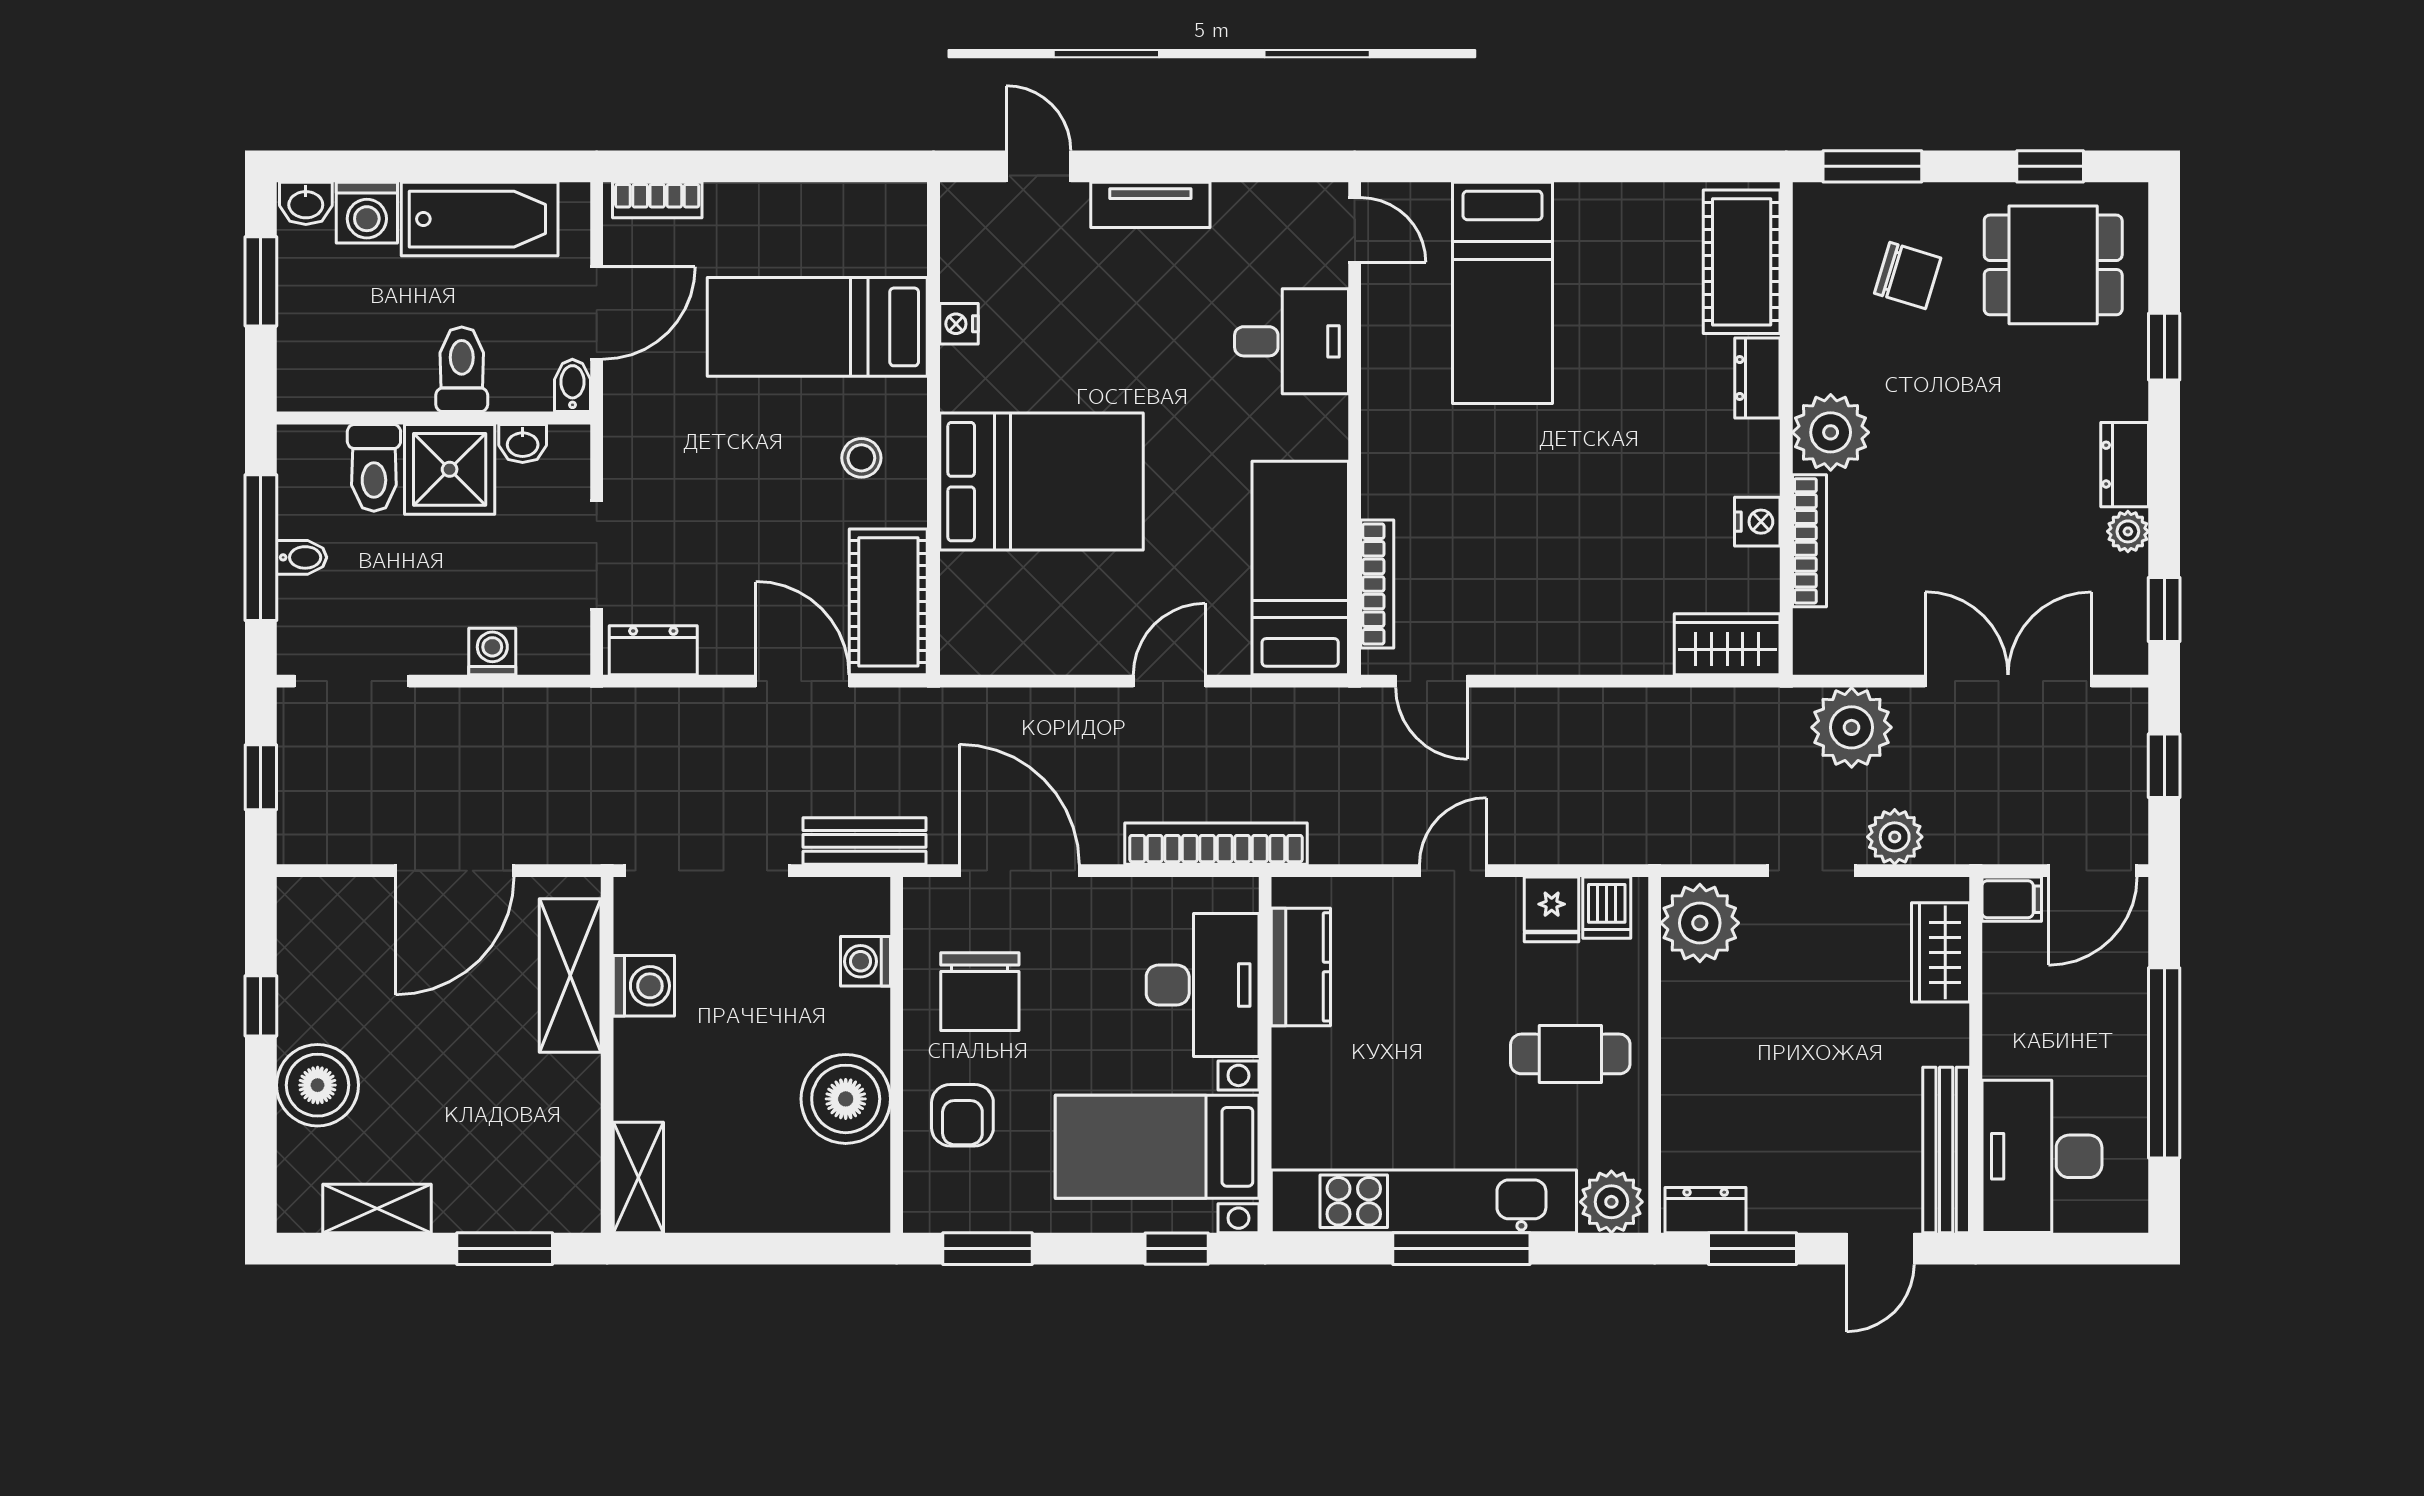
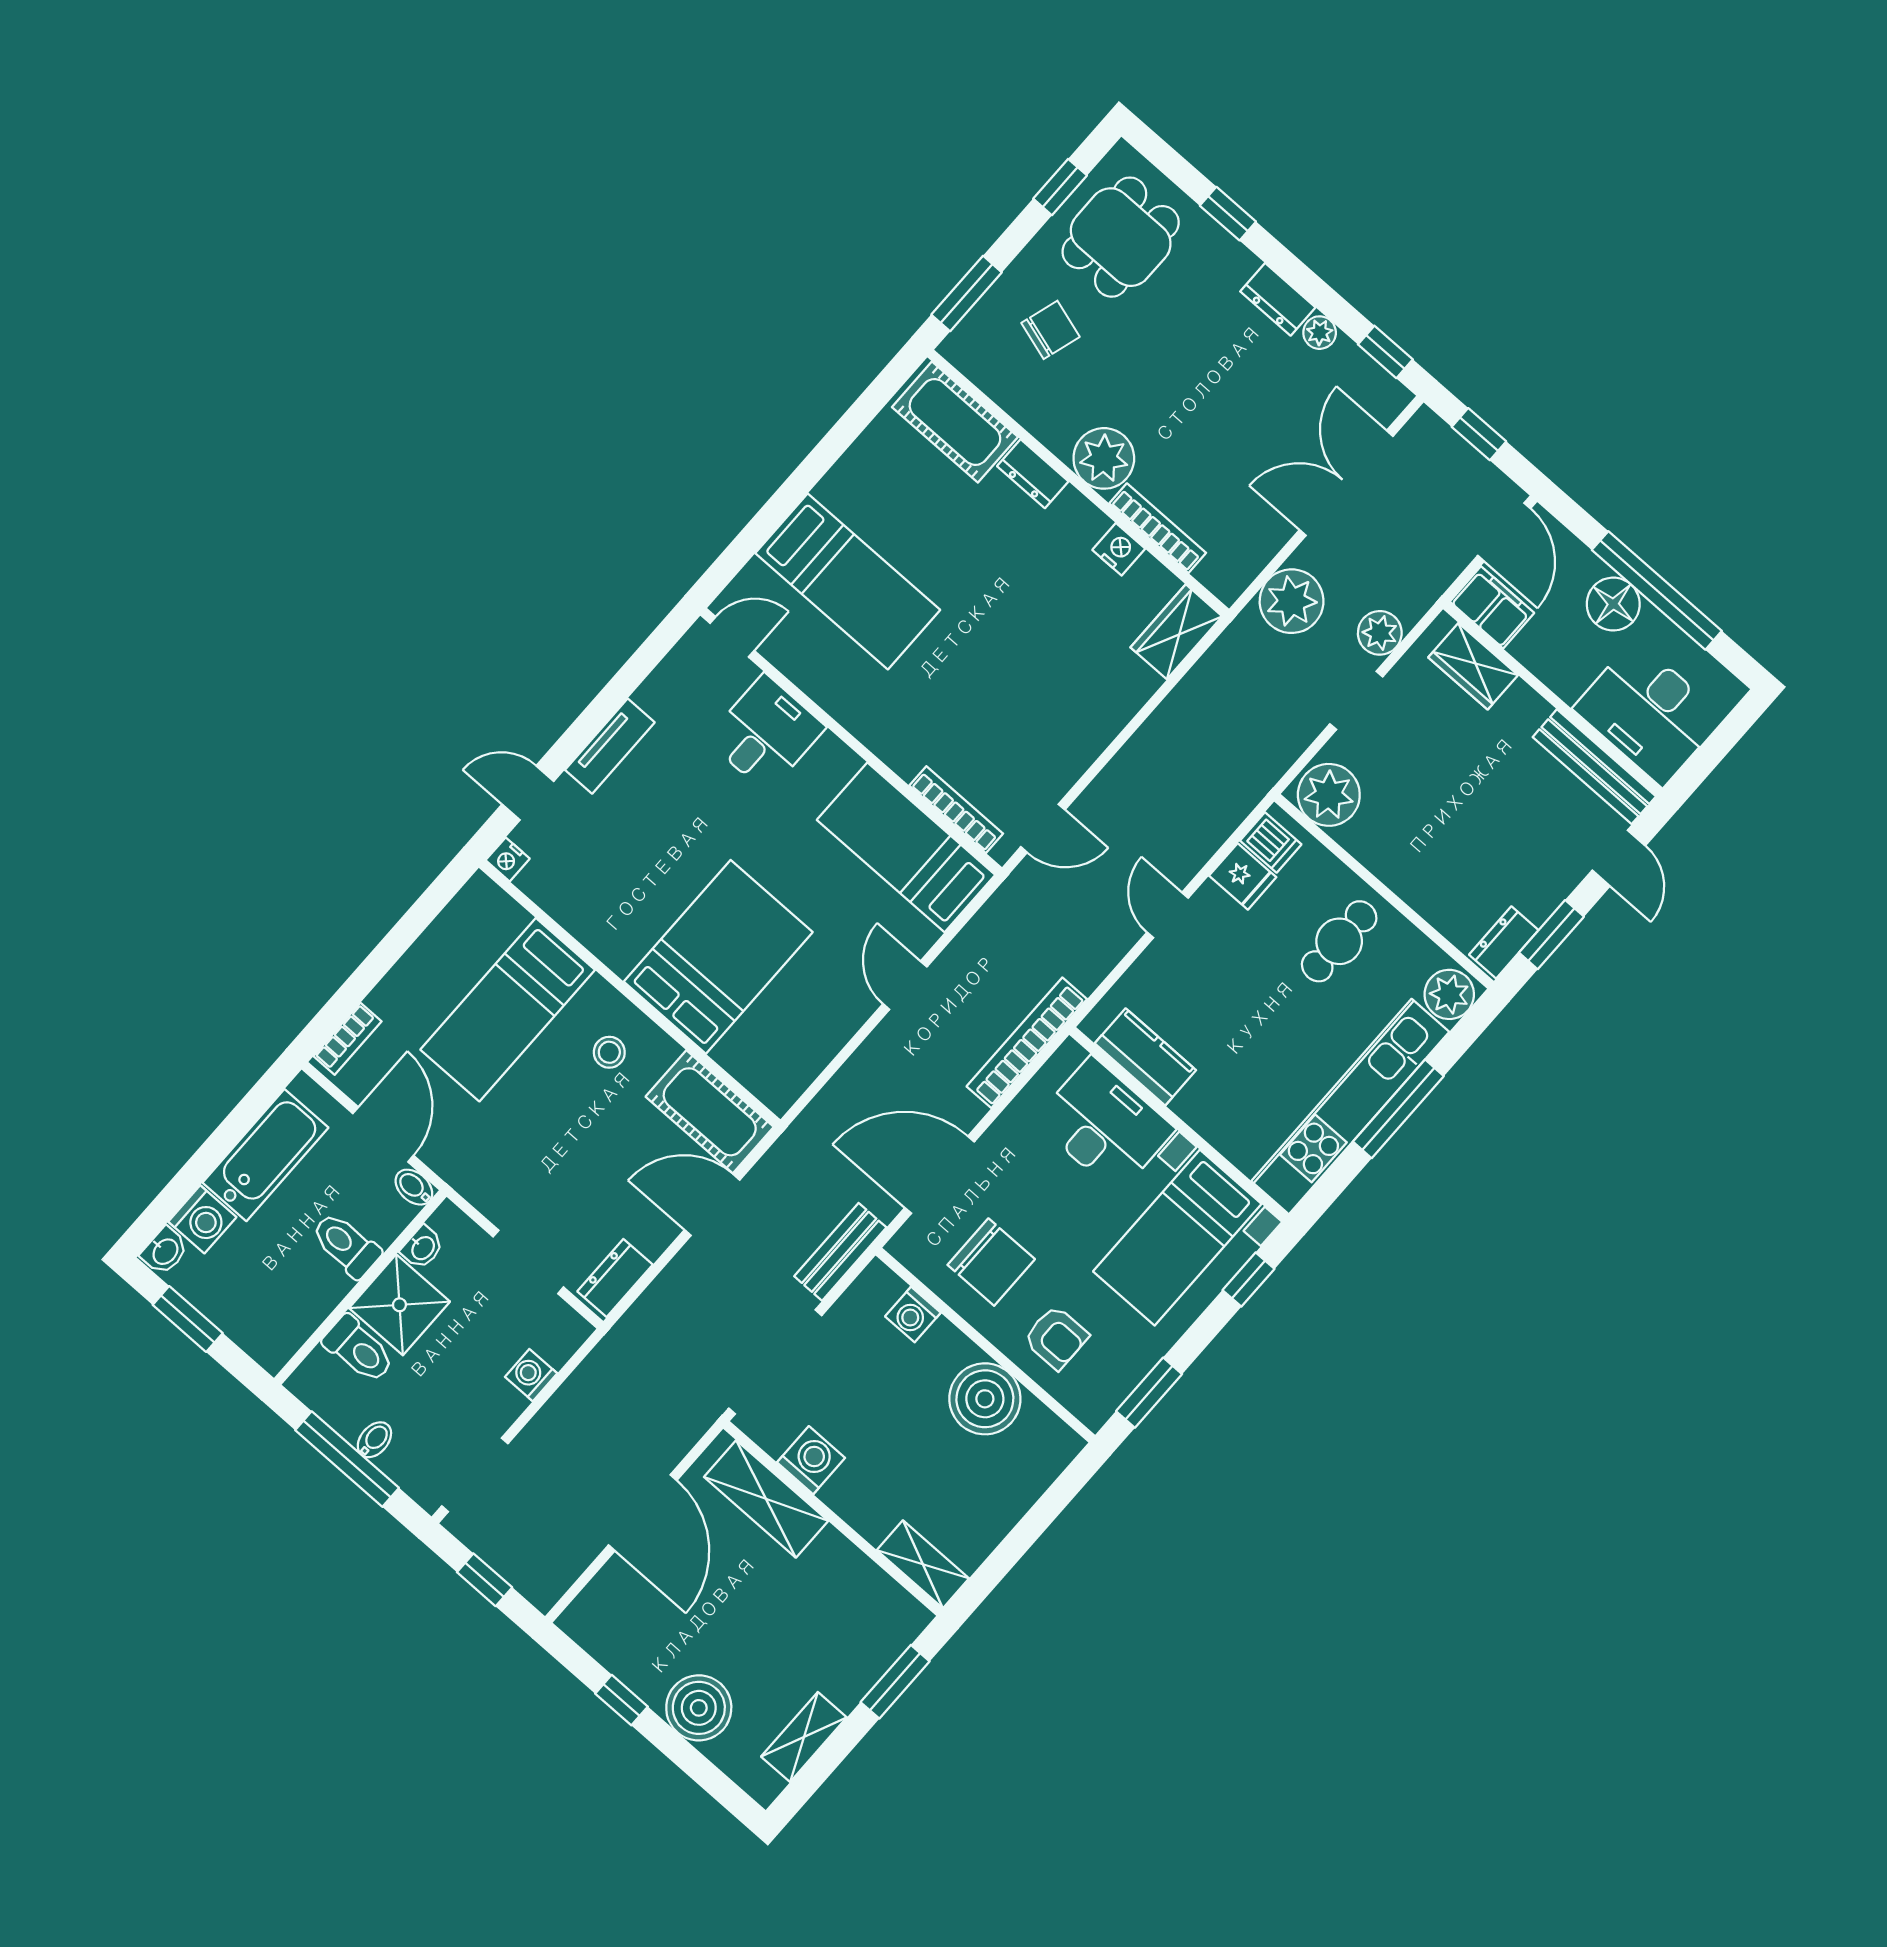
nightstand: (959, 324) -> (508, 859), moved
filing cabinet: (2012, 899) -> (1492, 607), width x2.00
floor lamp: (2115, 1033) -> (1613, 604), added

